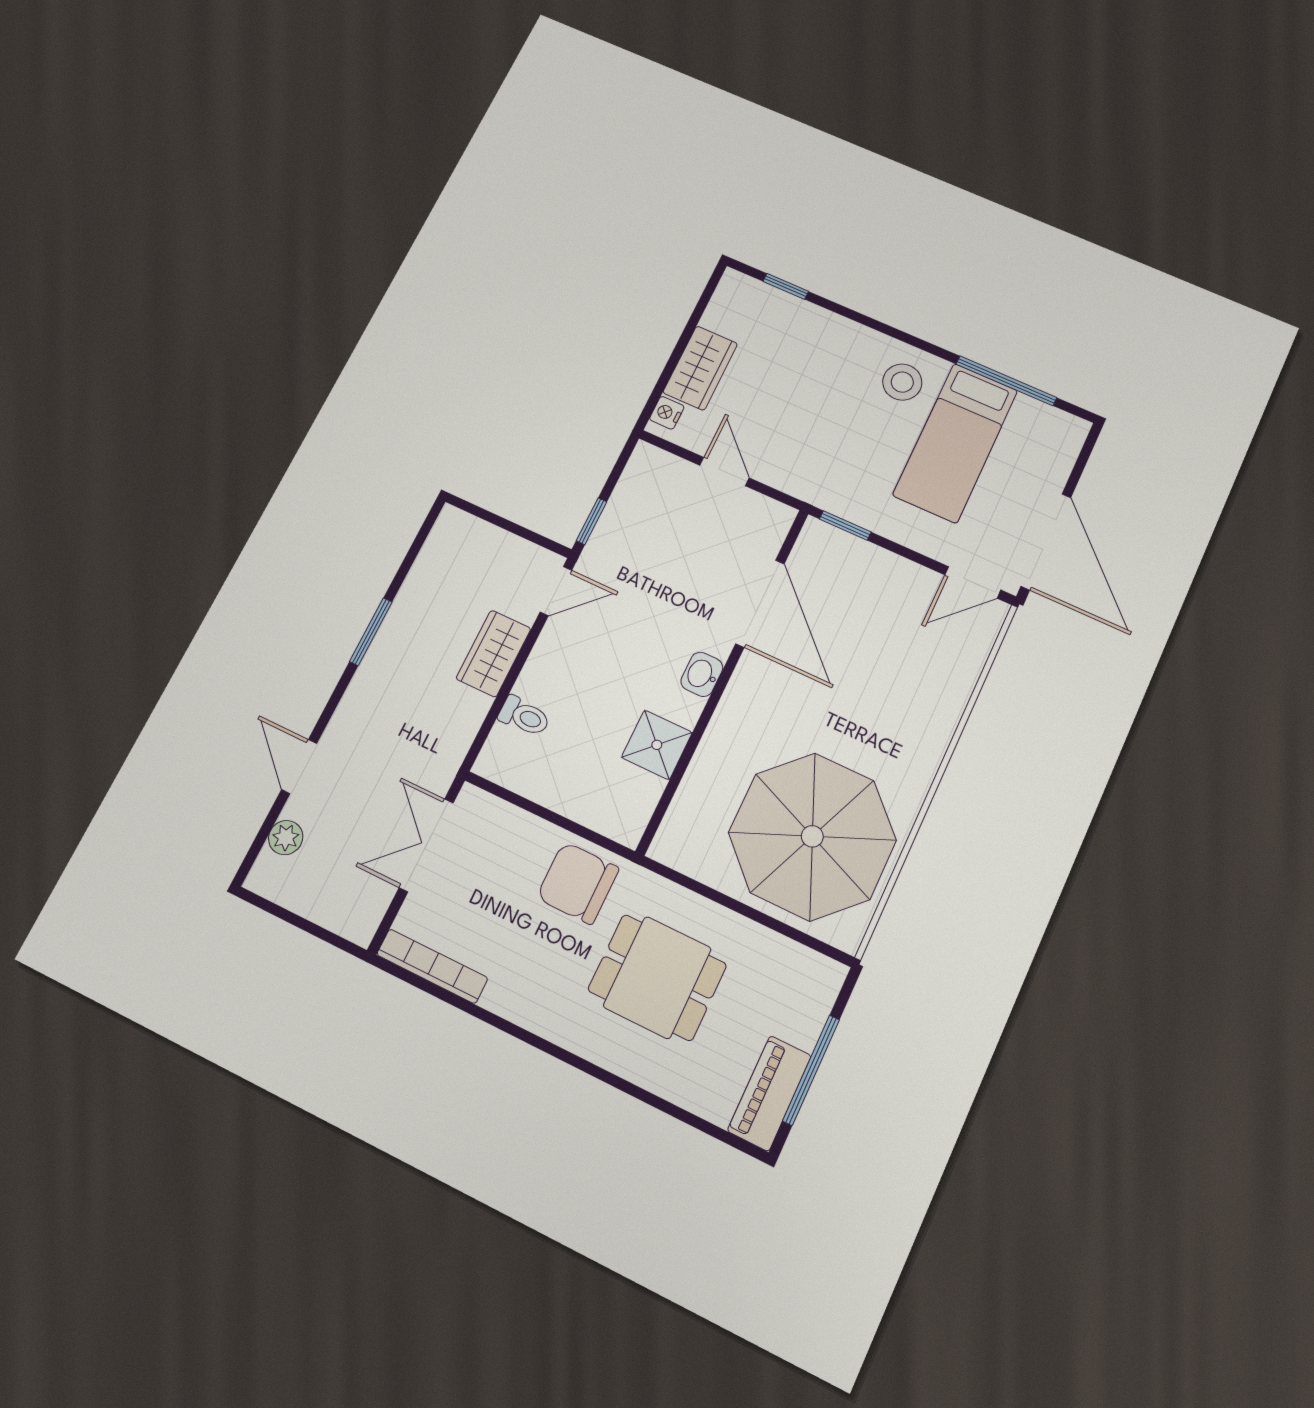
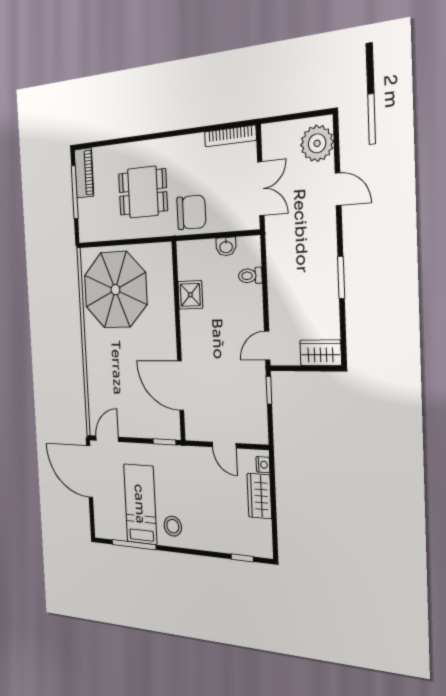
wardrobe: (493, 654) -> (321, 353), moved, turned -90
washbasin: (702, 674) -> (226, 247), moved, turned 90
plant: (286, 838) -> (317, 143), width x1.87, depth x1.87

